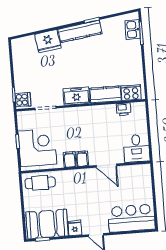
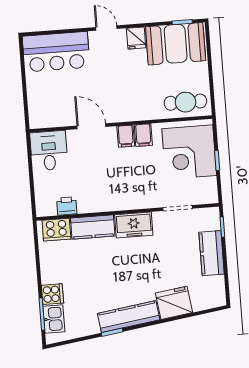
kitchen counter: (21, 76) -> (212, 253), added
cooker: (23, 100) -> (52, 294), moved, turned 180

